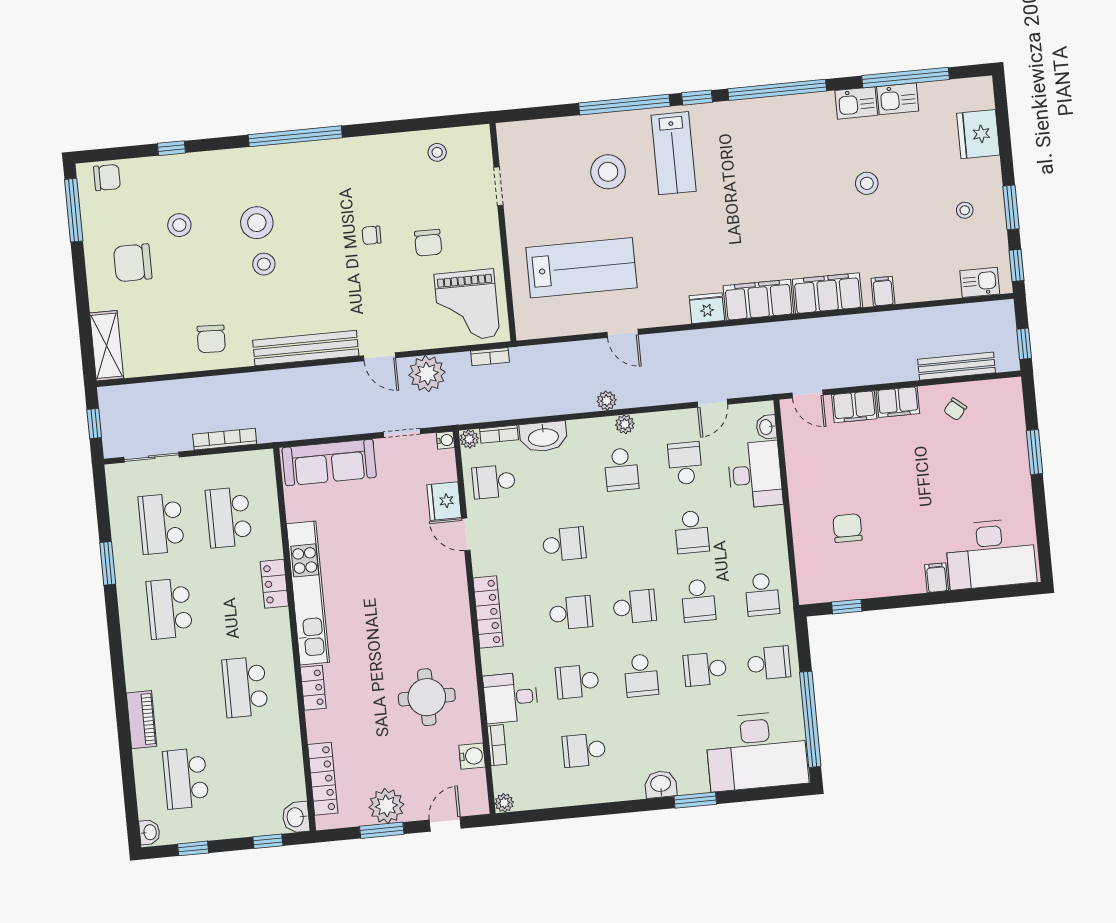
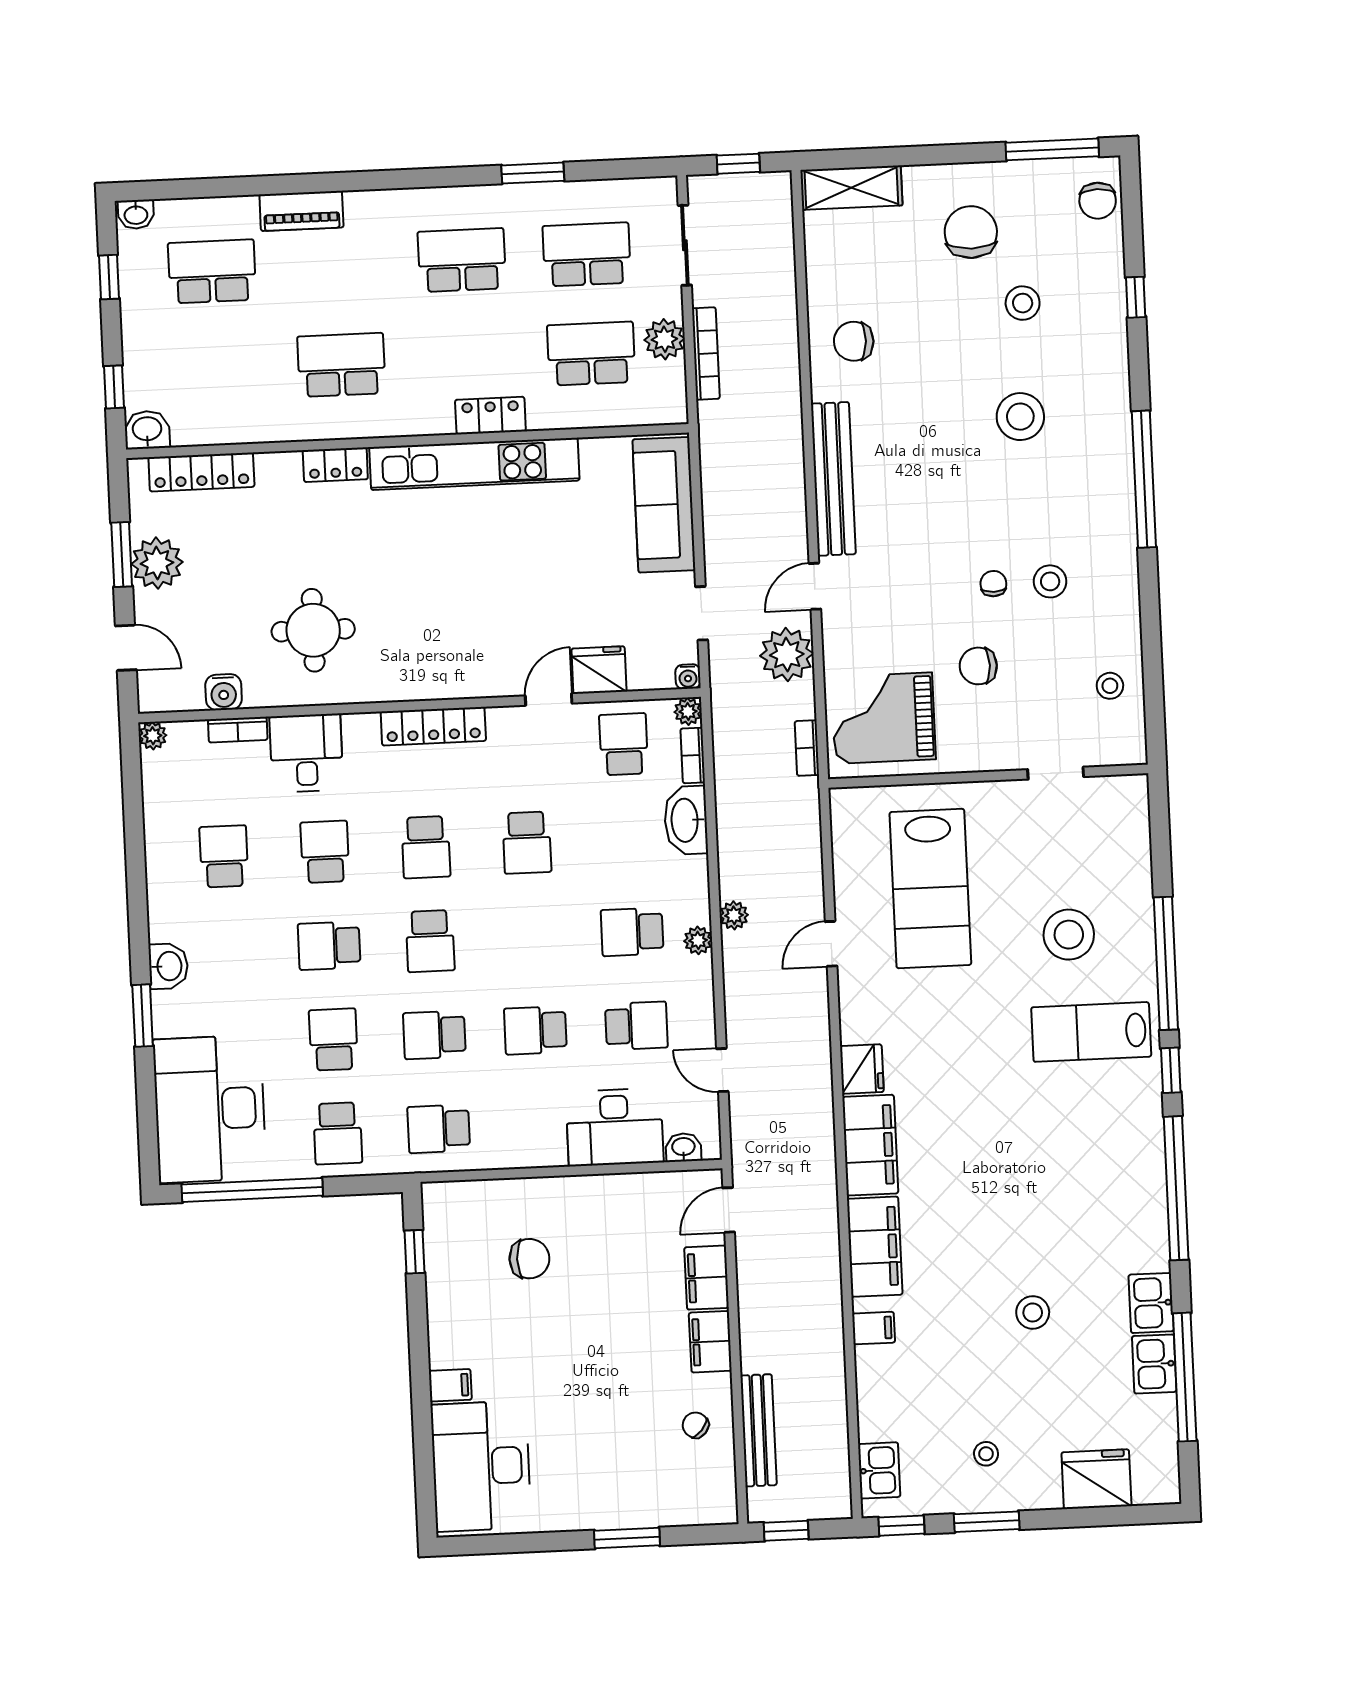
stool: (264, 264) -> (1050, 581), moved
plant: (216, 468) -> (664, 339), added

